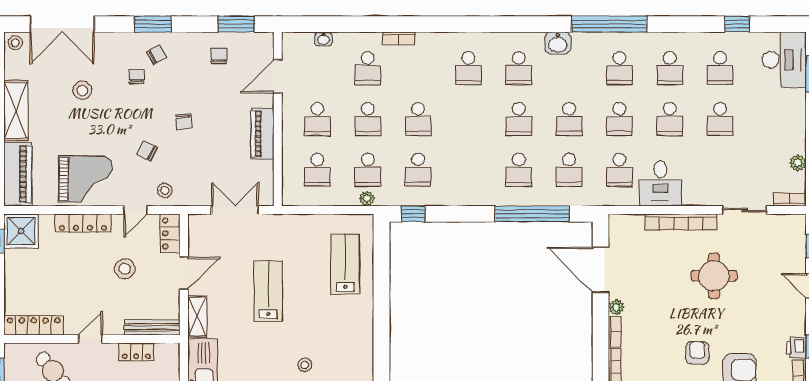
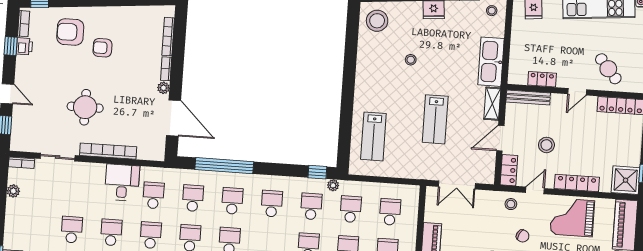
school desk: (468, 170) -> (272, 204), added
plant: (367, 199) -> (333, 185), moved
armchair: (697, 353) -> (102, 48), turned 90

